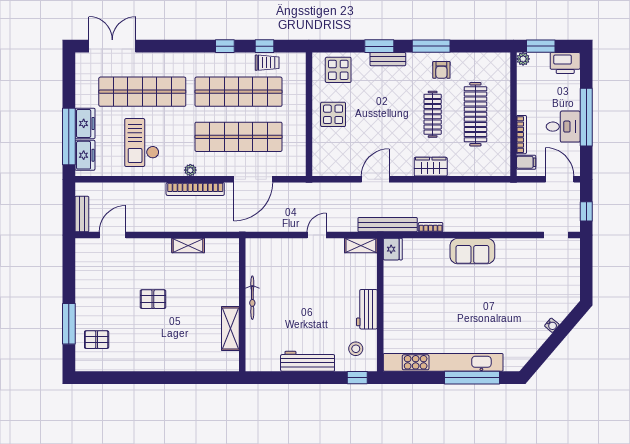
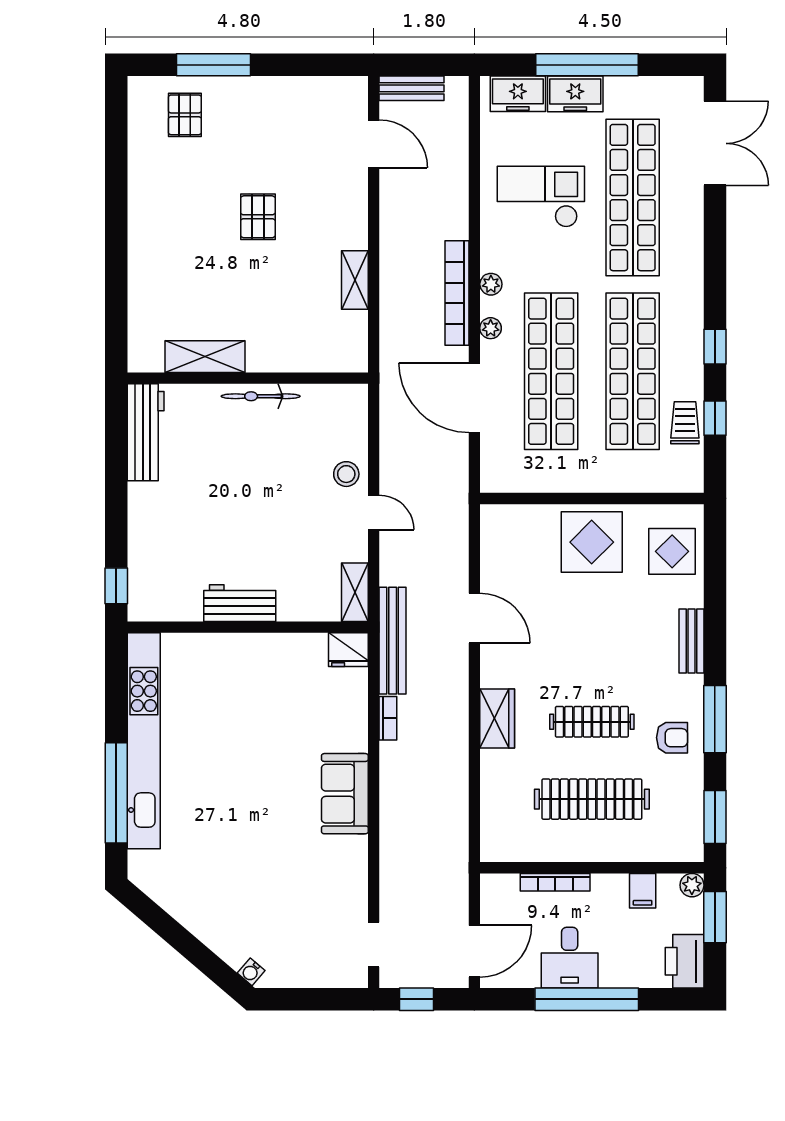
window: (379, 46) -> (715, 817), moved
trolley: (267, 63) -> (685, 423), turned 180
armchair: (441, 70) -> (672, 738), turned 180
display table: (333, 114) -> (592, 542), width x1.36, depth x1.36
window: (69, 136) -> (587, 65), moved
filing cabinet: (526, 162) -> (643, 891), moved
plant: (215, 170) -> (491, 328), added
water cooler: (552, 325) -> (251, 972), moved
stool: (356, 349) -> (346, 474), moved
workbench: (308, 361) -> (146, 432), moved

